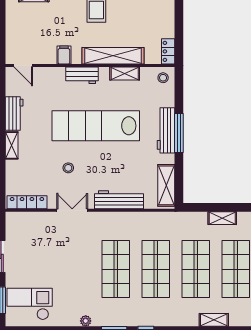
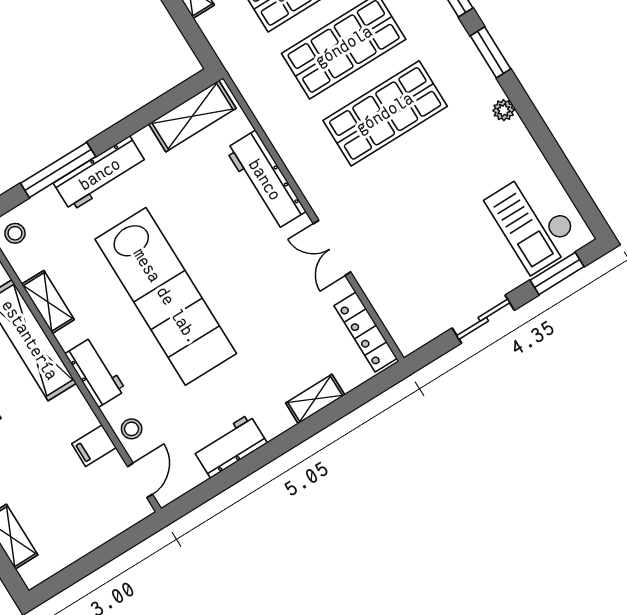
filing cabinet: (64, 55) -> (94, 446), moved
window: (179, 133) -> (58, 170), moved
shelving: (12, 145) -> (315, 399), moved
stool: (68, 168) -> (132, 429), moved

